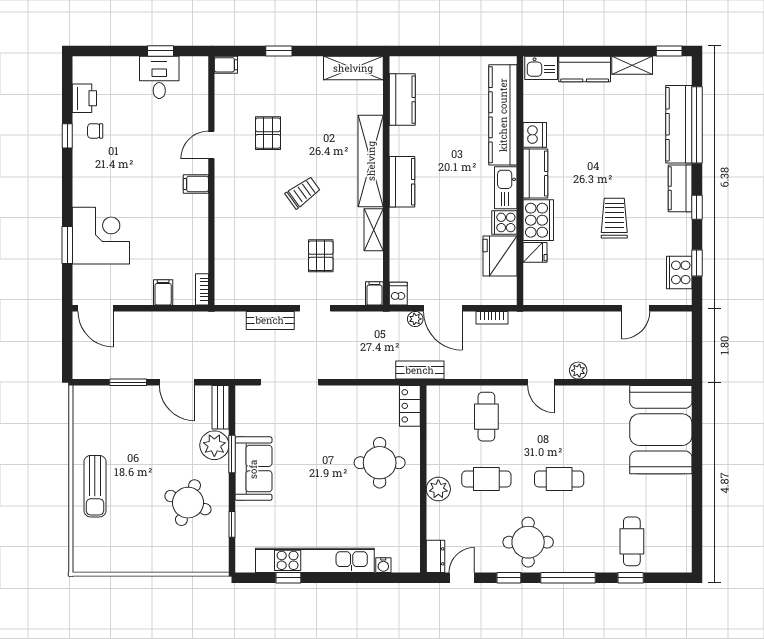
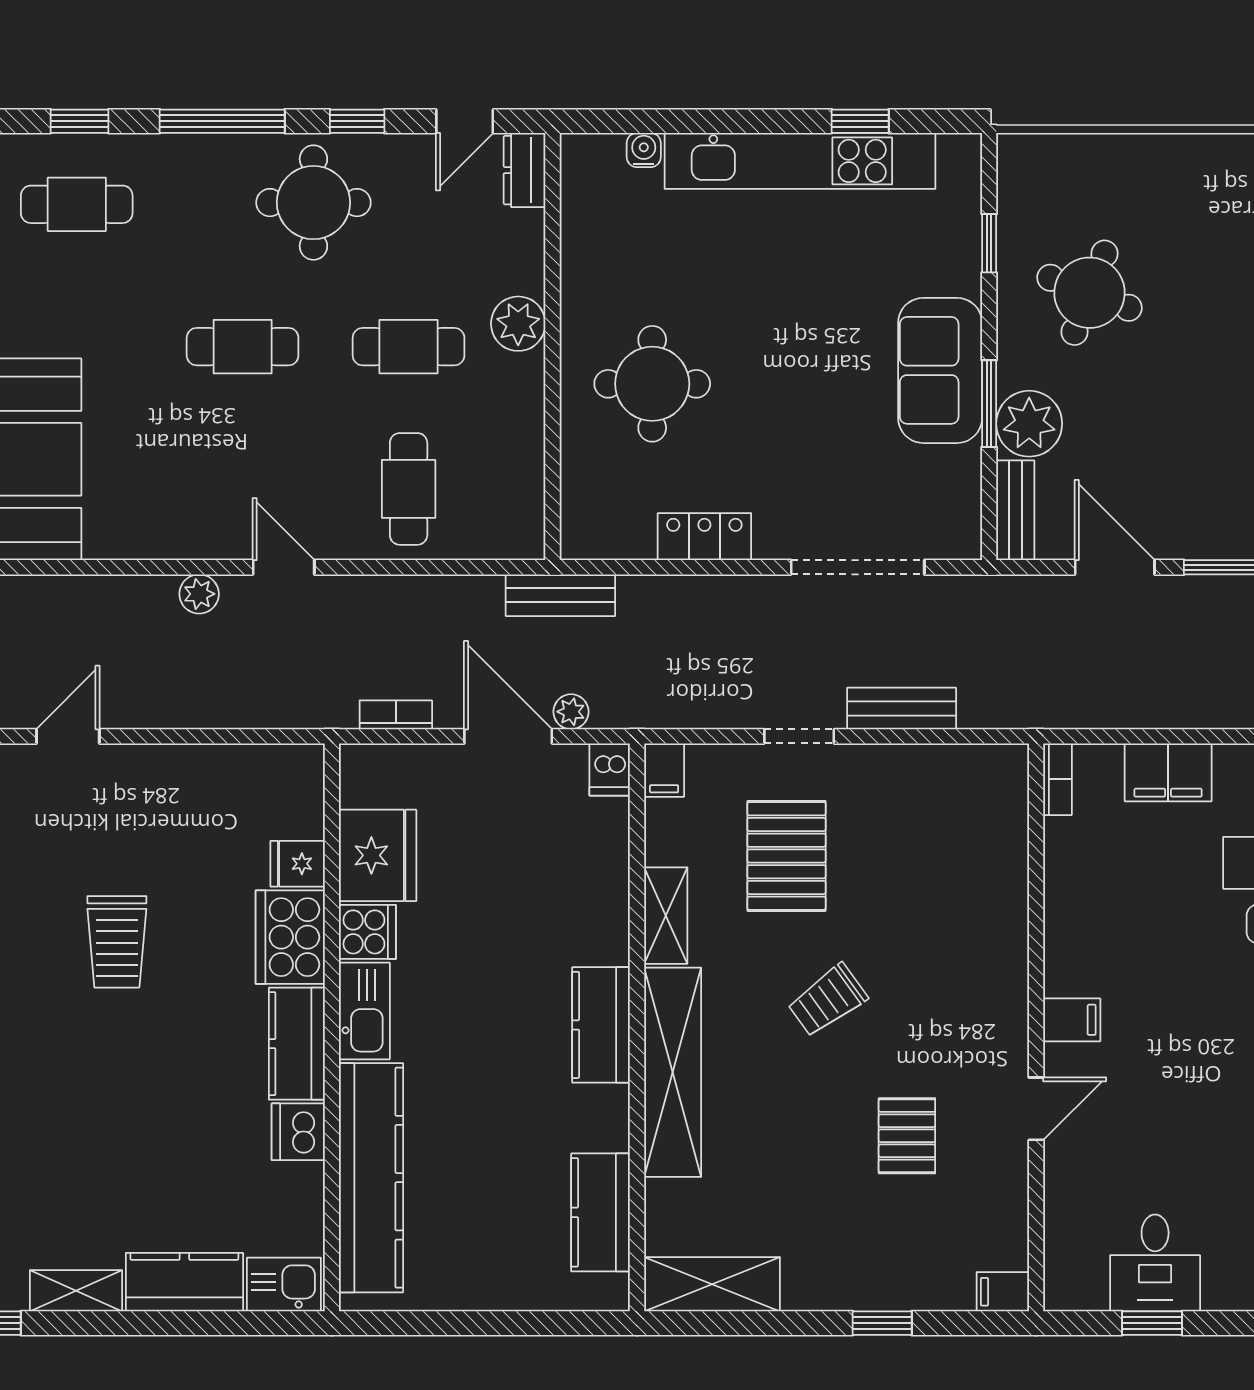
pallet: (321, 256) -> (787, 856), width x1.50, depth x1.42
filing cabinet: (163, 292) -> (1168, 772), width x2.00
locker: (410, 406) -> (704, 537), moved, turned -90
cafe table: (632, 541) -> (77, 204), turned 90

